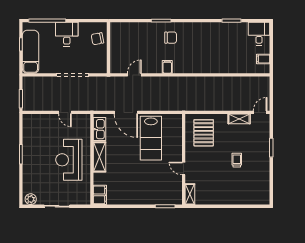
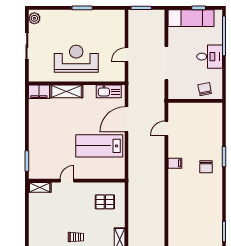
door: (134, 75) -> (166, 128), swing flipped
pallet: (204, 133) -> (105, 202), width x0.67, depth x0.71
shelving: (100, 157) -> (66, 91), moved

